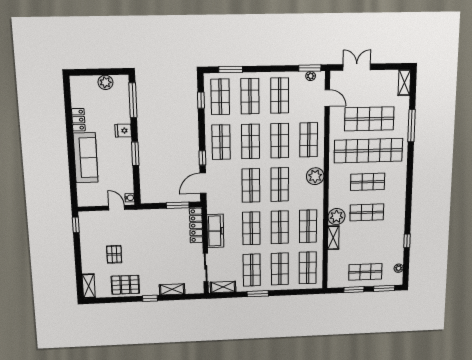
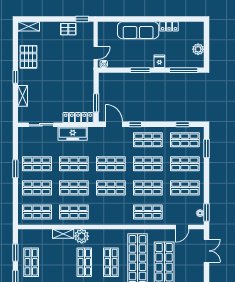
plant: (315, 176) -> (117, 218), removed
pallet: (114, 254) -> (68, 29), moved
shelving: (223, 287) -> (23, 139), removed

